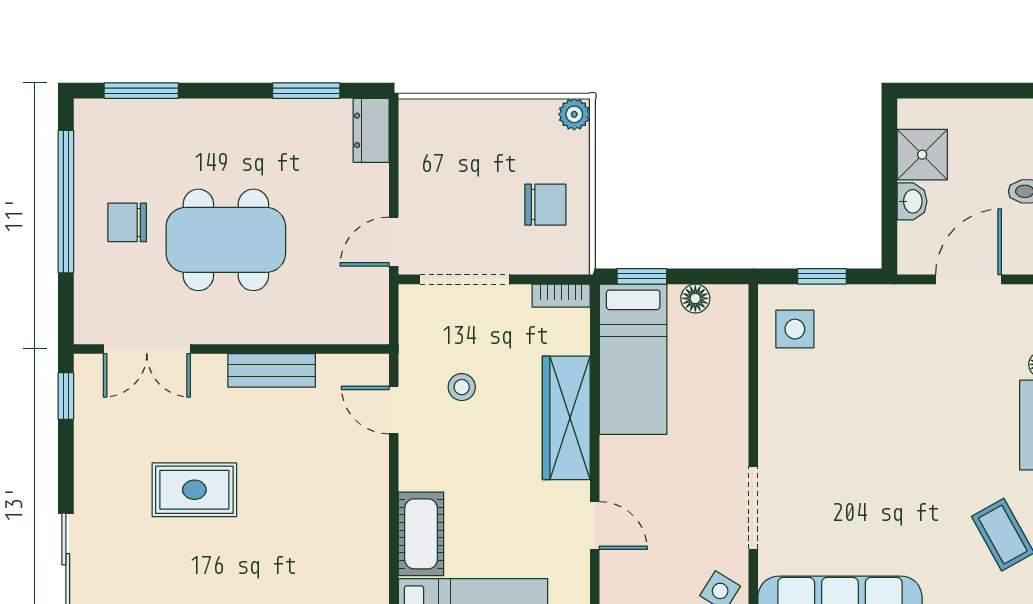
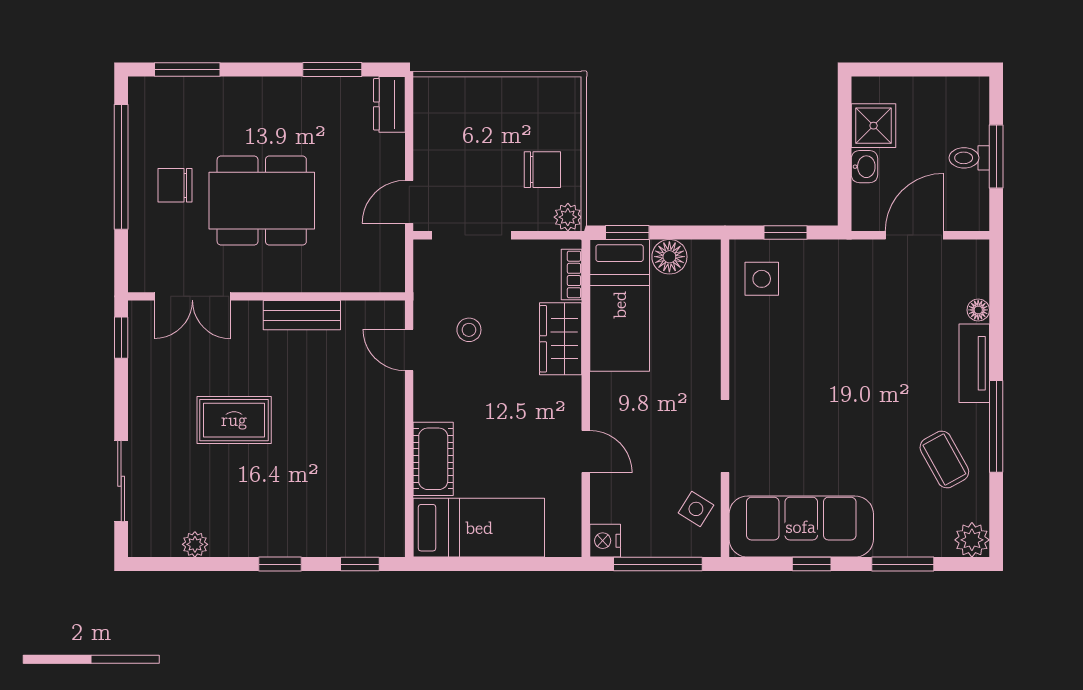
plant: (574, 114) -> (568, 217), moved
bookcase: (561, 296) -> (572, 274), moved, turned 90
floor lamp: (695, 298) -> (669, 257), width x1.37, depth x1.37
wardrobe: (566, 418) -> (561, 339), width x0.67

